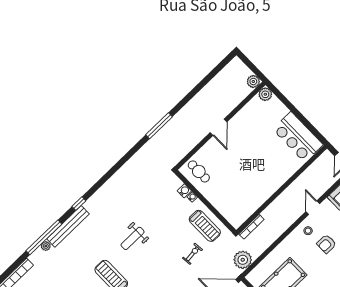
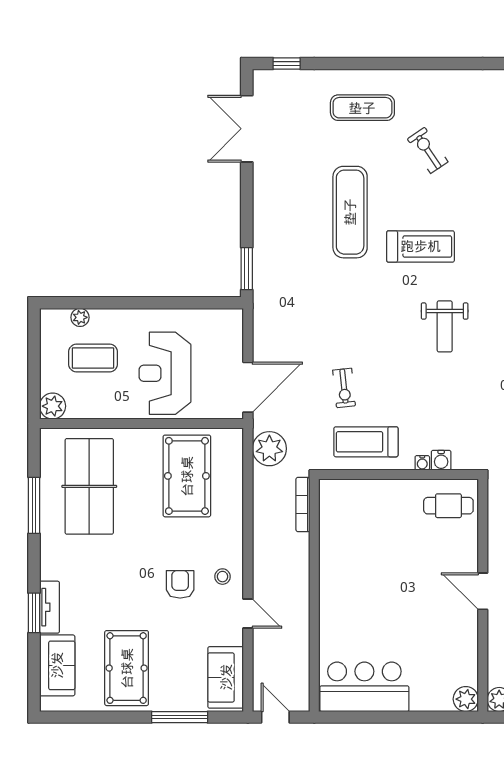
weight bench: (133, 238) -> (445, 326), turned 180

